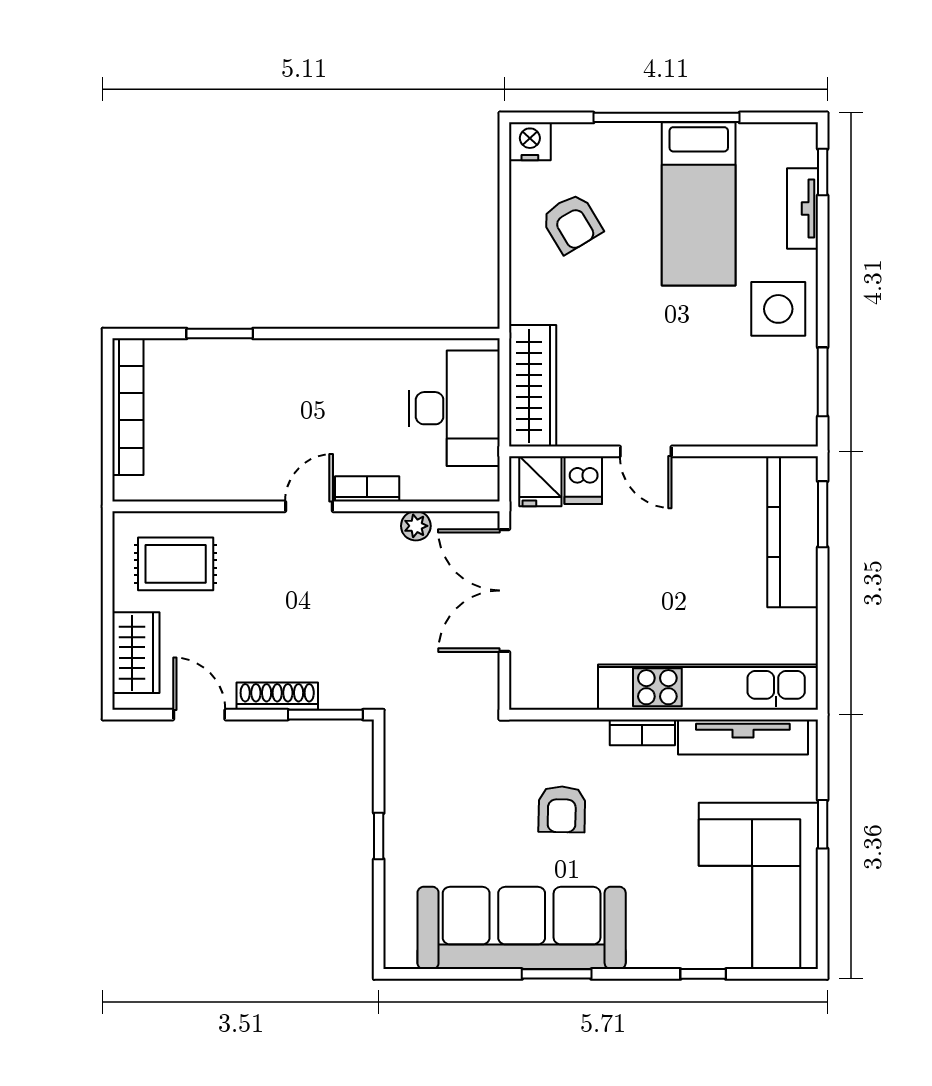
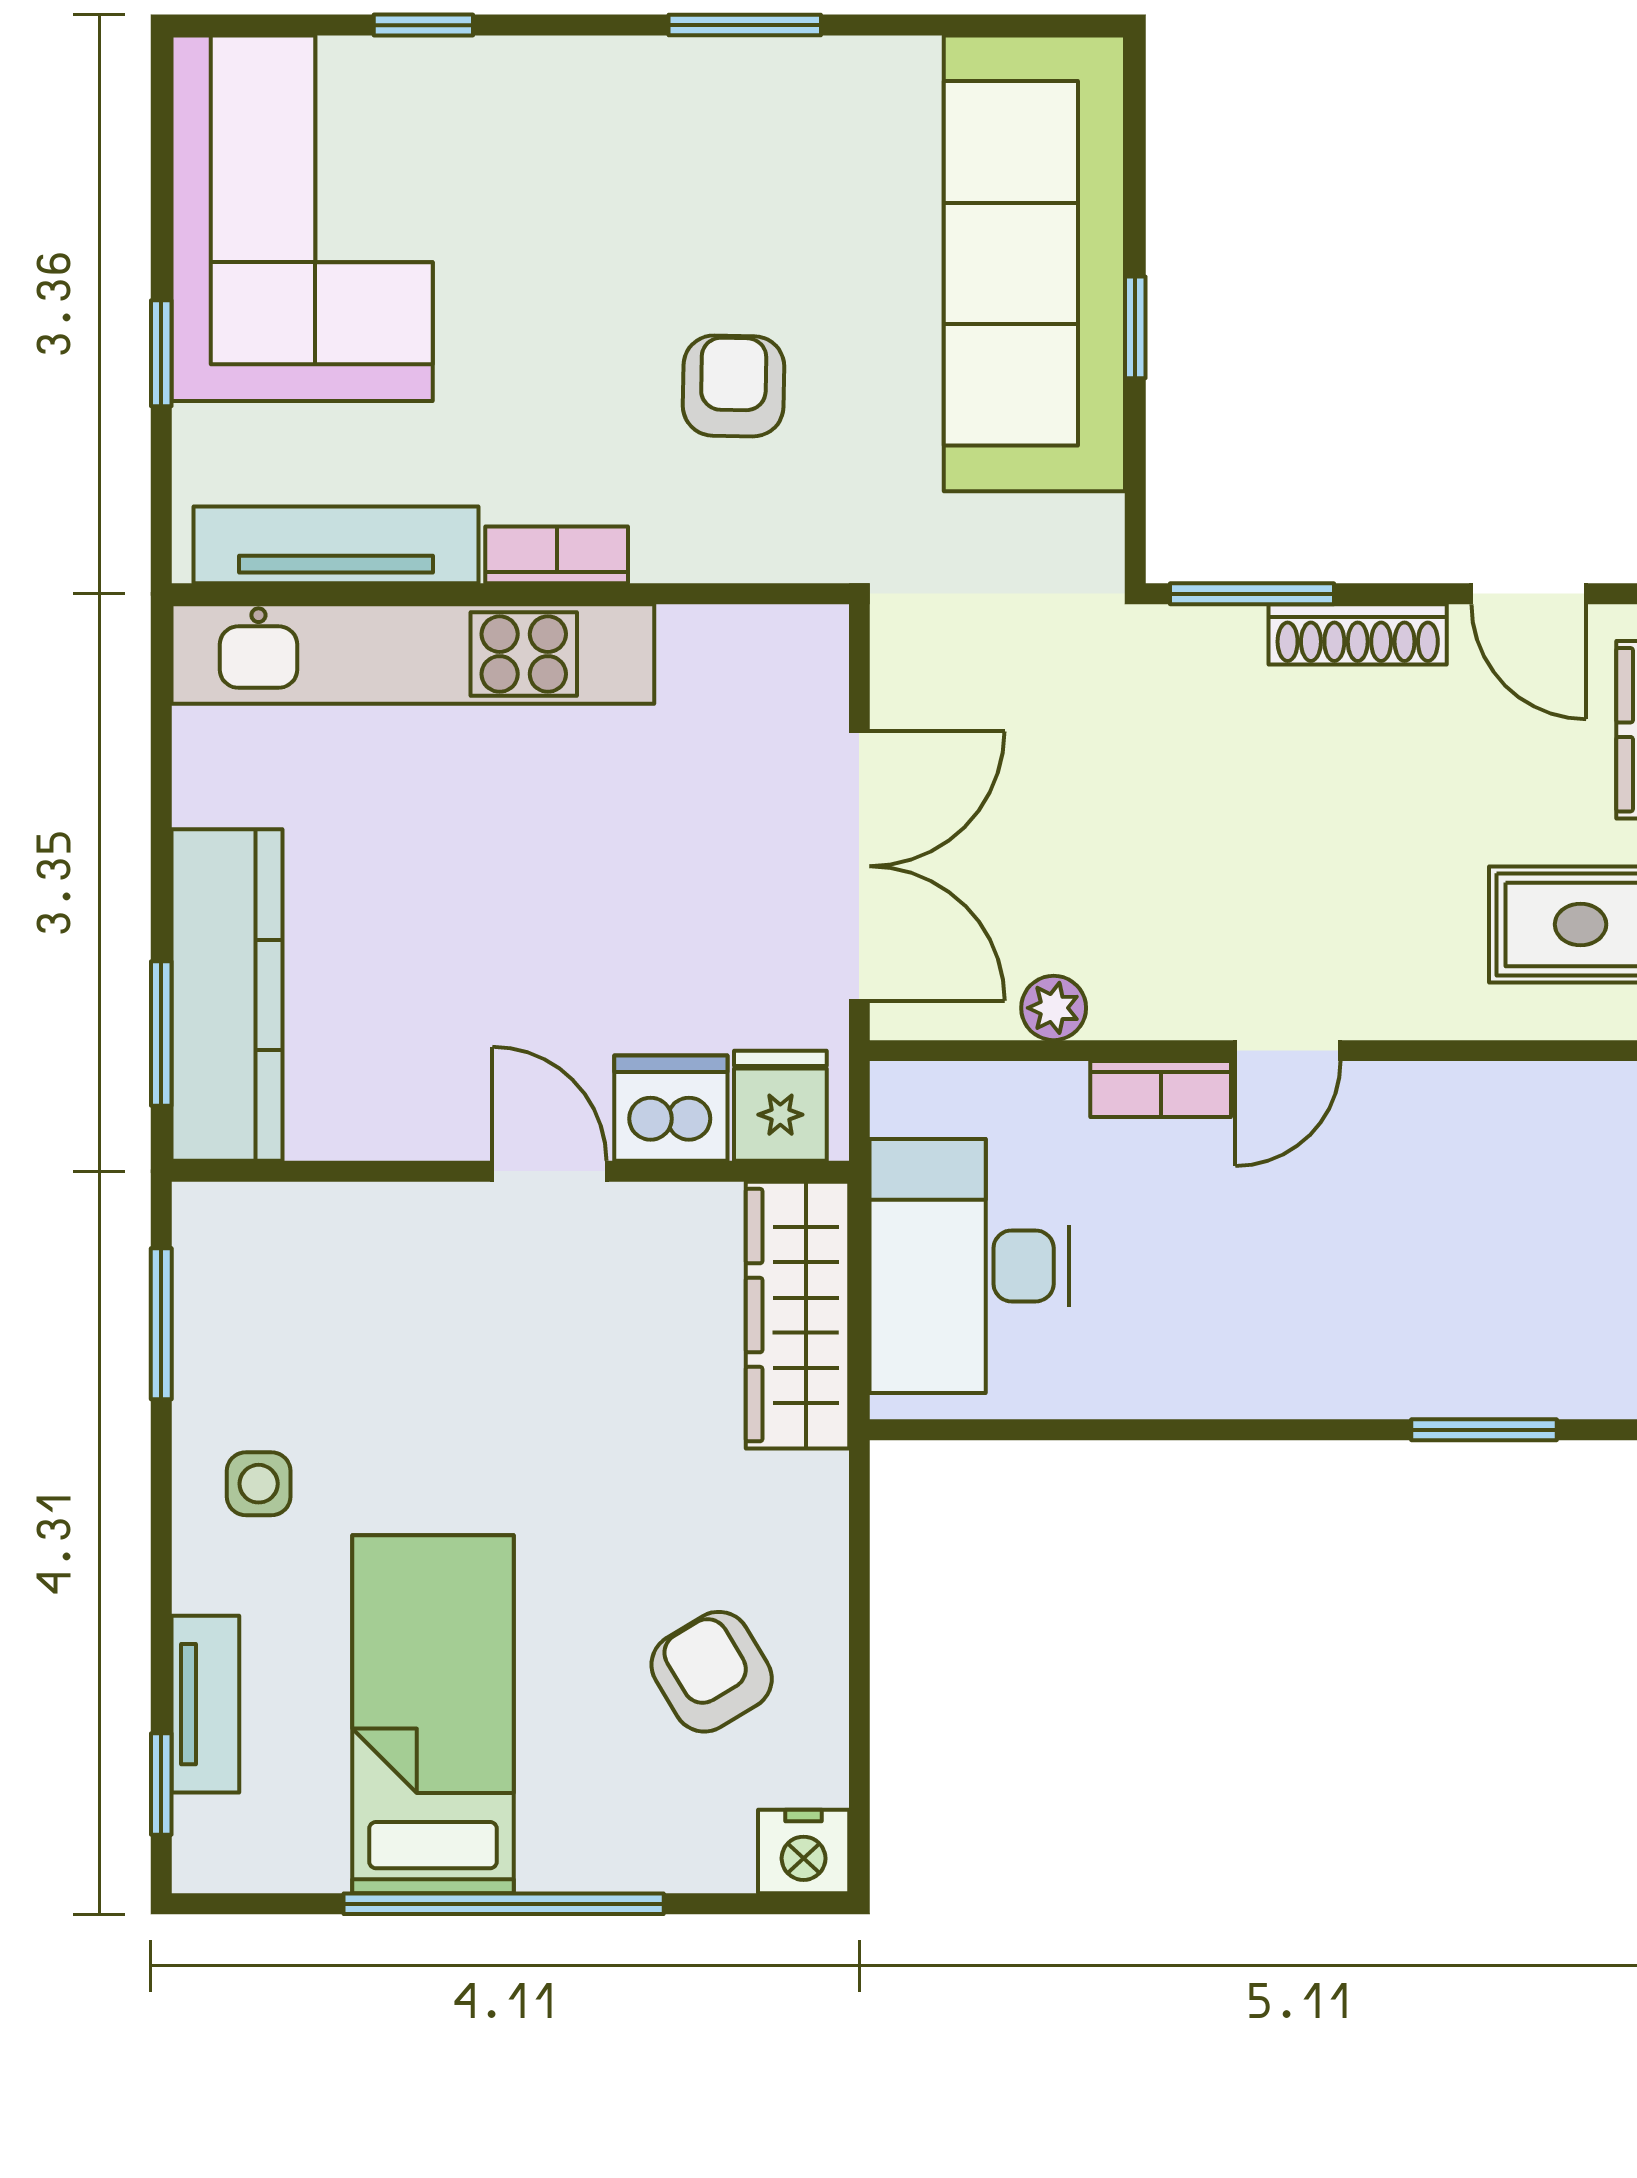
side table: (778, 309) -> (259, 1484), width x0.54, depth x0.54
dishwasher: (583, 480) -> (671, 1108), width x1.38
sofa: (522, 928) -> (1034, 263), moved, turned 90

